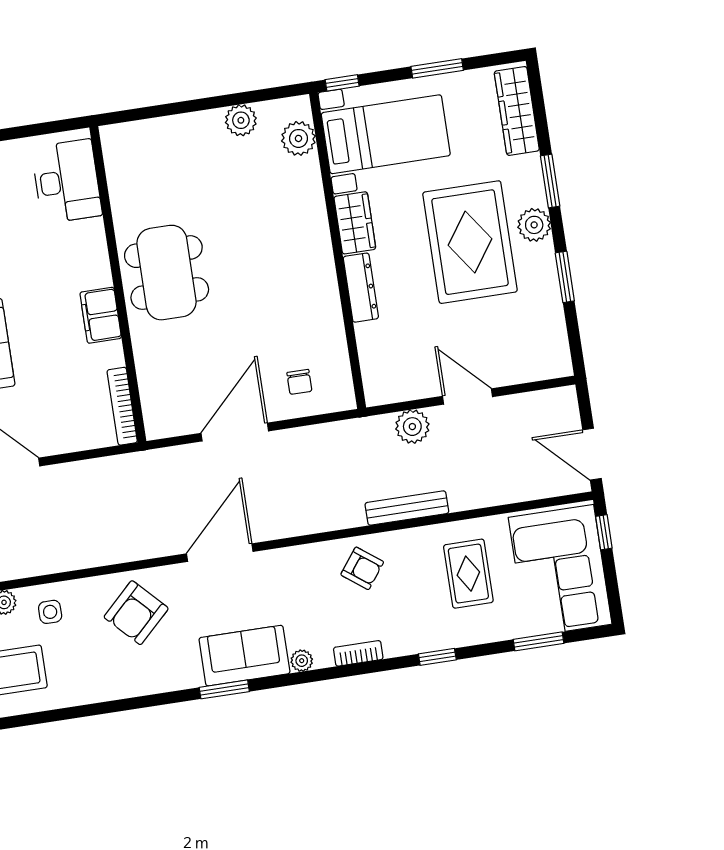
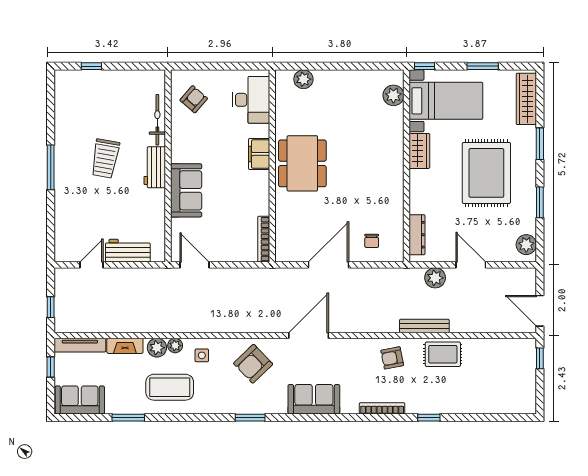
plant: (241, 120) -> (303, 79), moved
plant: (534, 225) -> (526, 245), moved
dresser: (361, 288) -> (417, 235), moved
filing cabinet: (101, 315) -> (259, 154), moved
armchair: (362, 568) -> (392, 358), turned 132
corner sofa: (560, 571) -> (510, 378), removed
rug: (468, 574) -> (443, 354), moved, turned 90
window: (538, 641) -> (491, 418), removed
bookcase: (358, 653) -> (382, 408), width x1.56
plant: (302, 661) -> (348, 408), removed
window: (224, 689) -> (250, 418), moved

